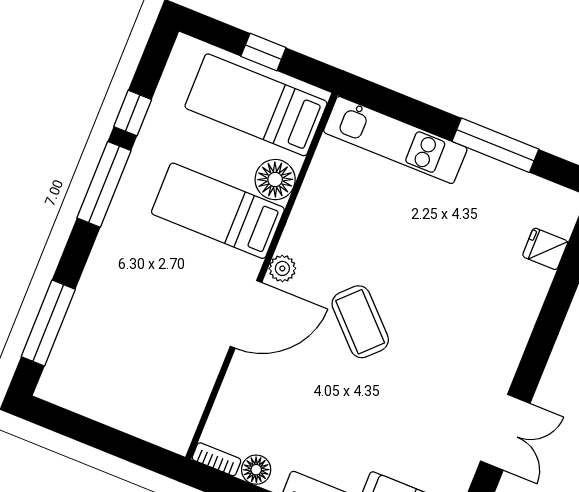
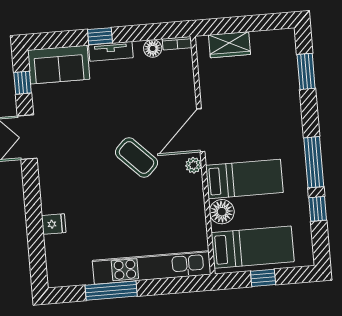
kitchen unit: (395, 140) -> (152, 267), width x1.36
fridge: (545, 249) -> (54, 224), moved
window: (48, 323) -> (306, 71), width x0.69
wardrobe: (141, 418) -> (230, 45), added

